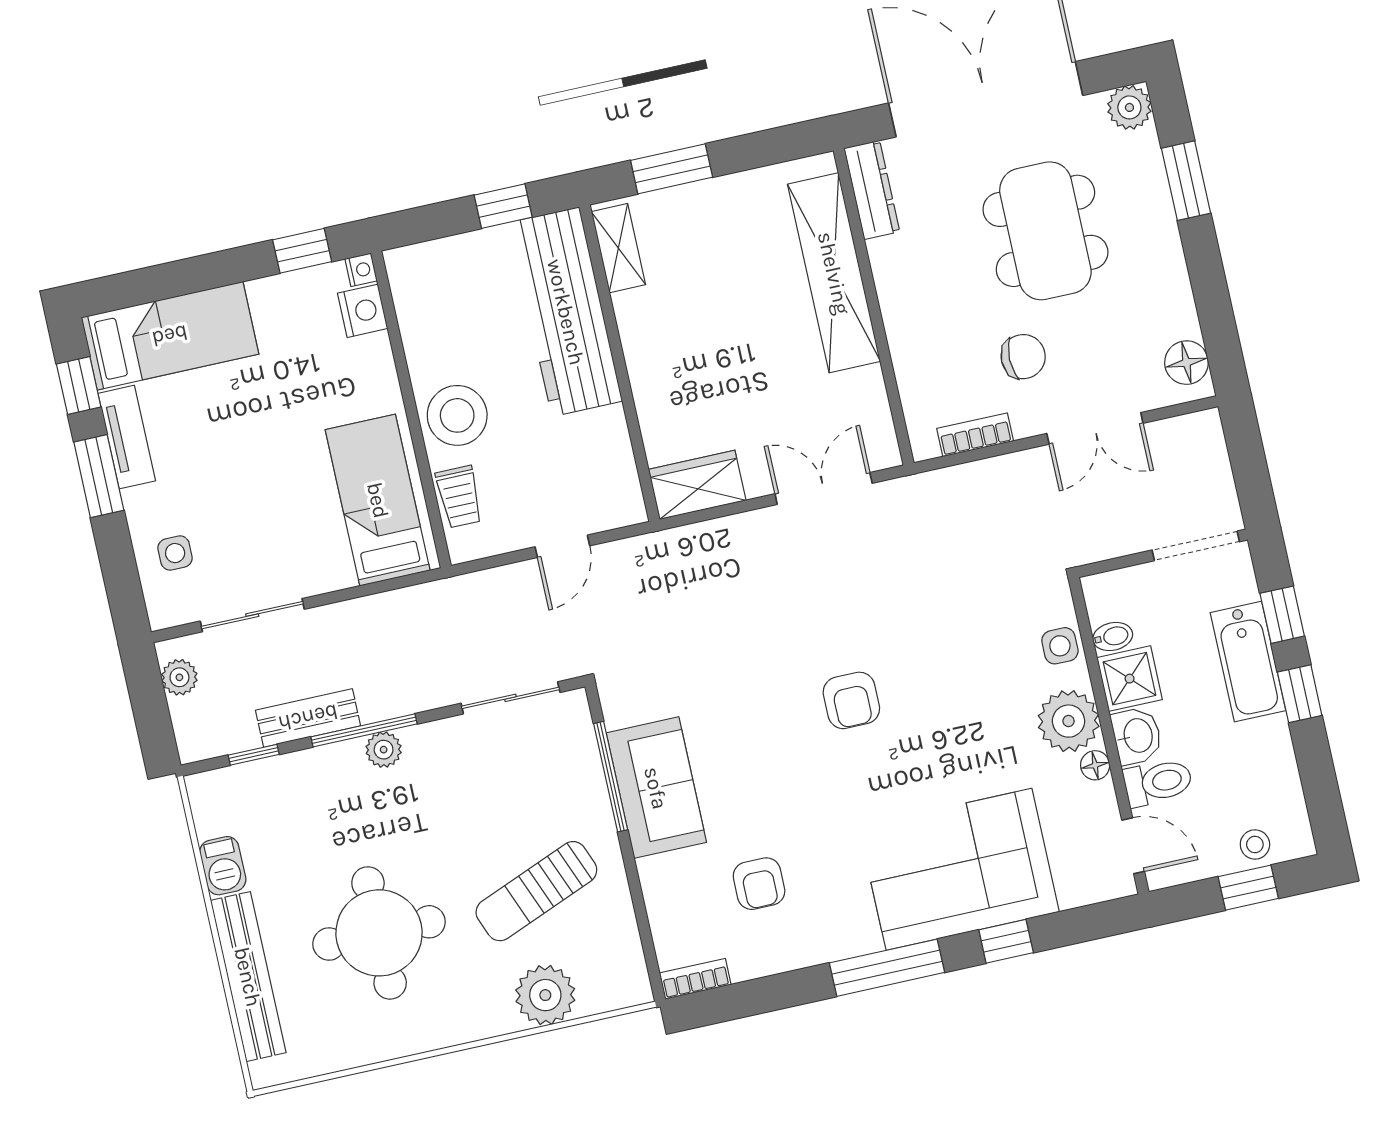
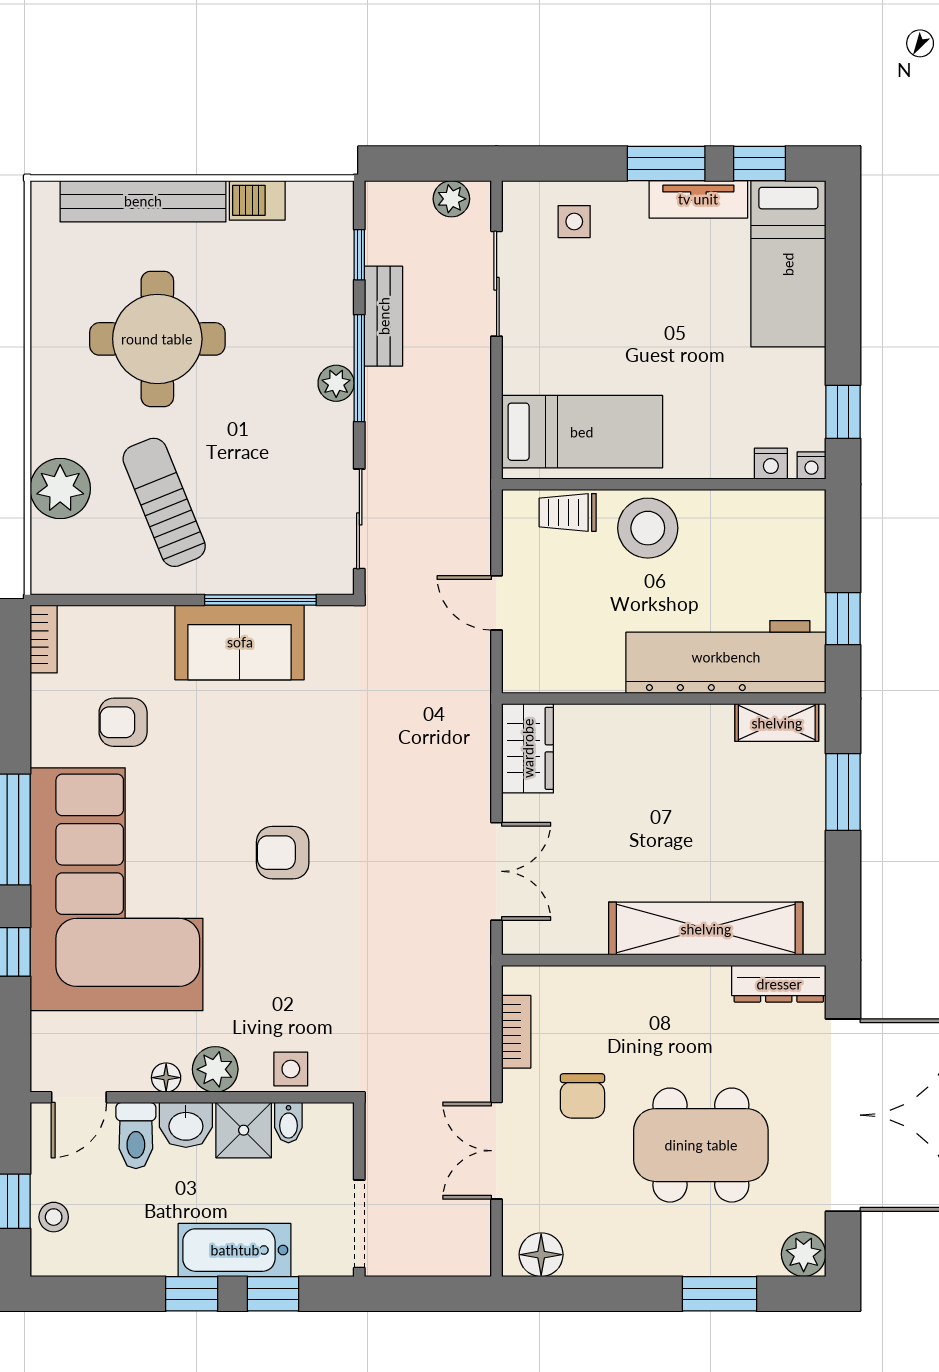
nightstand: (363, 311) -> (771, 464), width x0.72, depth x0.74
plant: (1069, 721) -> (215, 1069), width x0.73, depth x0.73
corner sofa: (959, 869) -> (117, 889), width x1.36, depth x1.36

